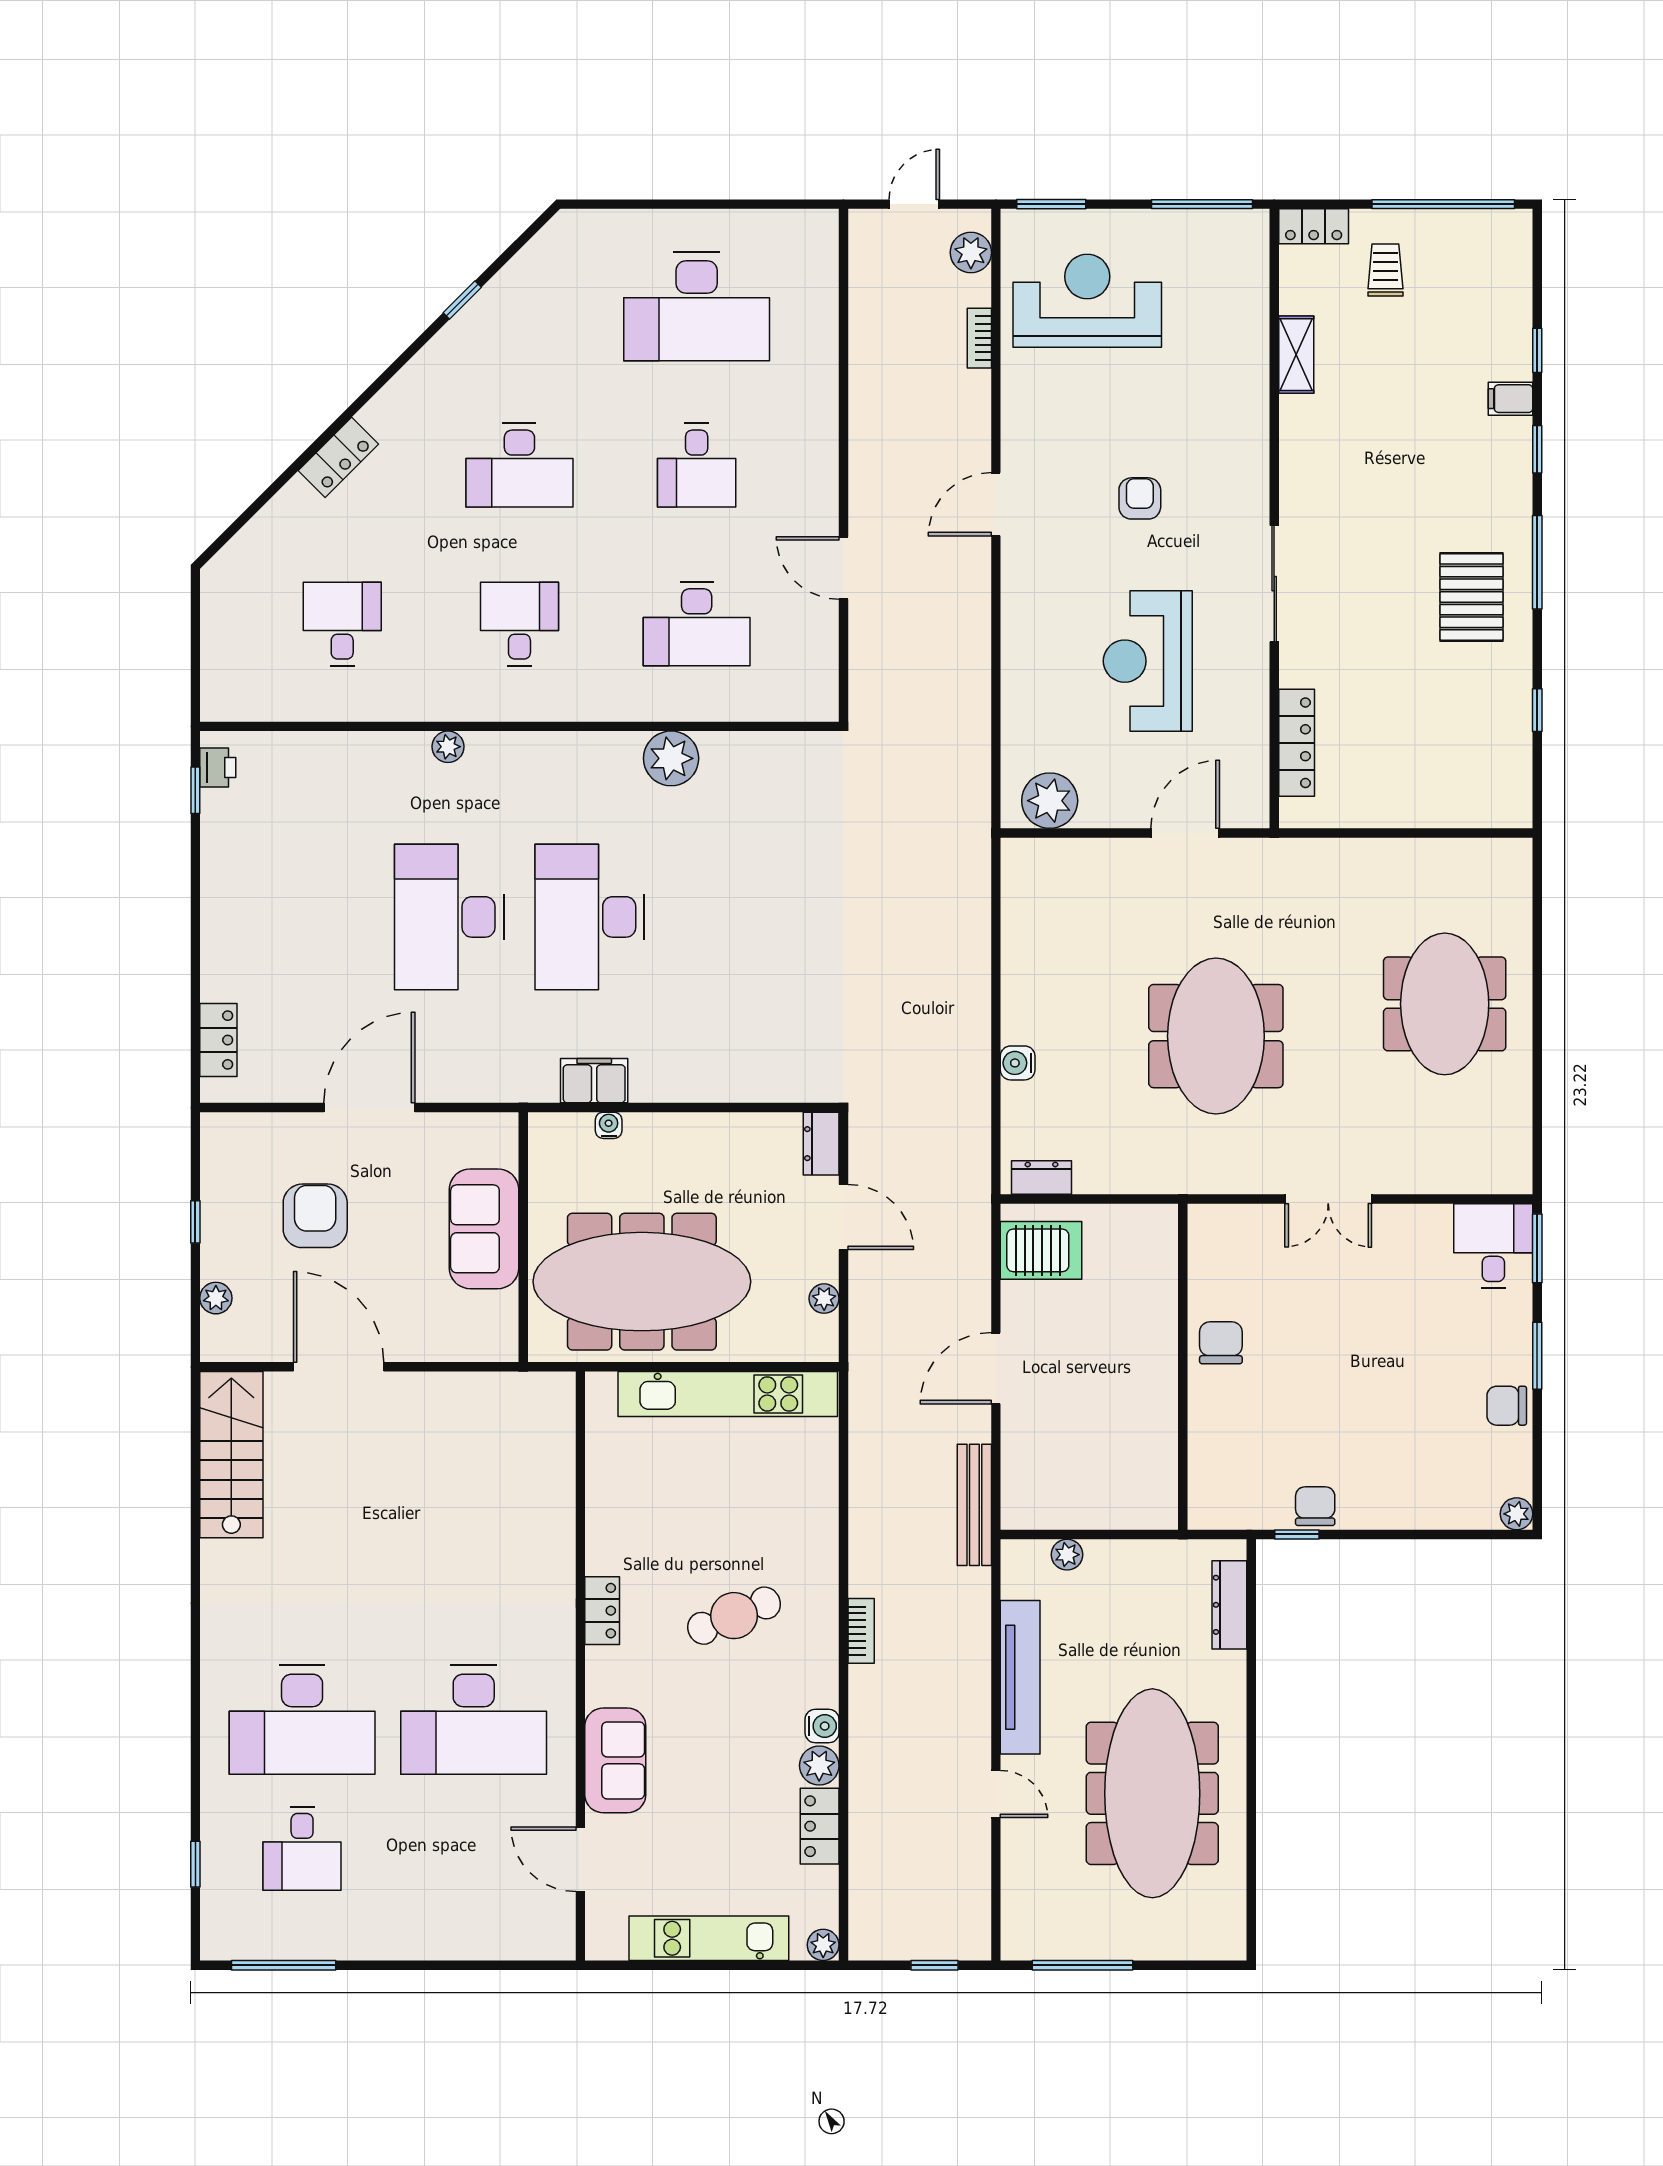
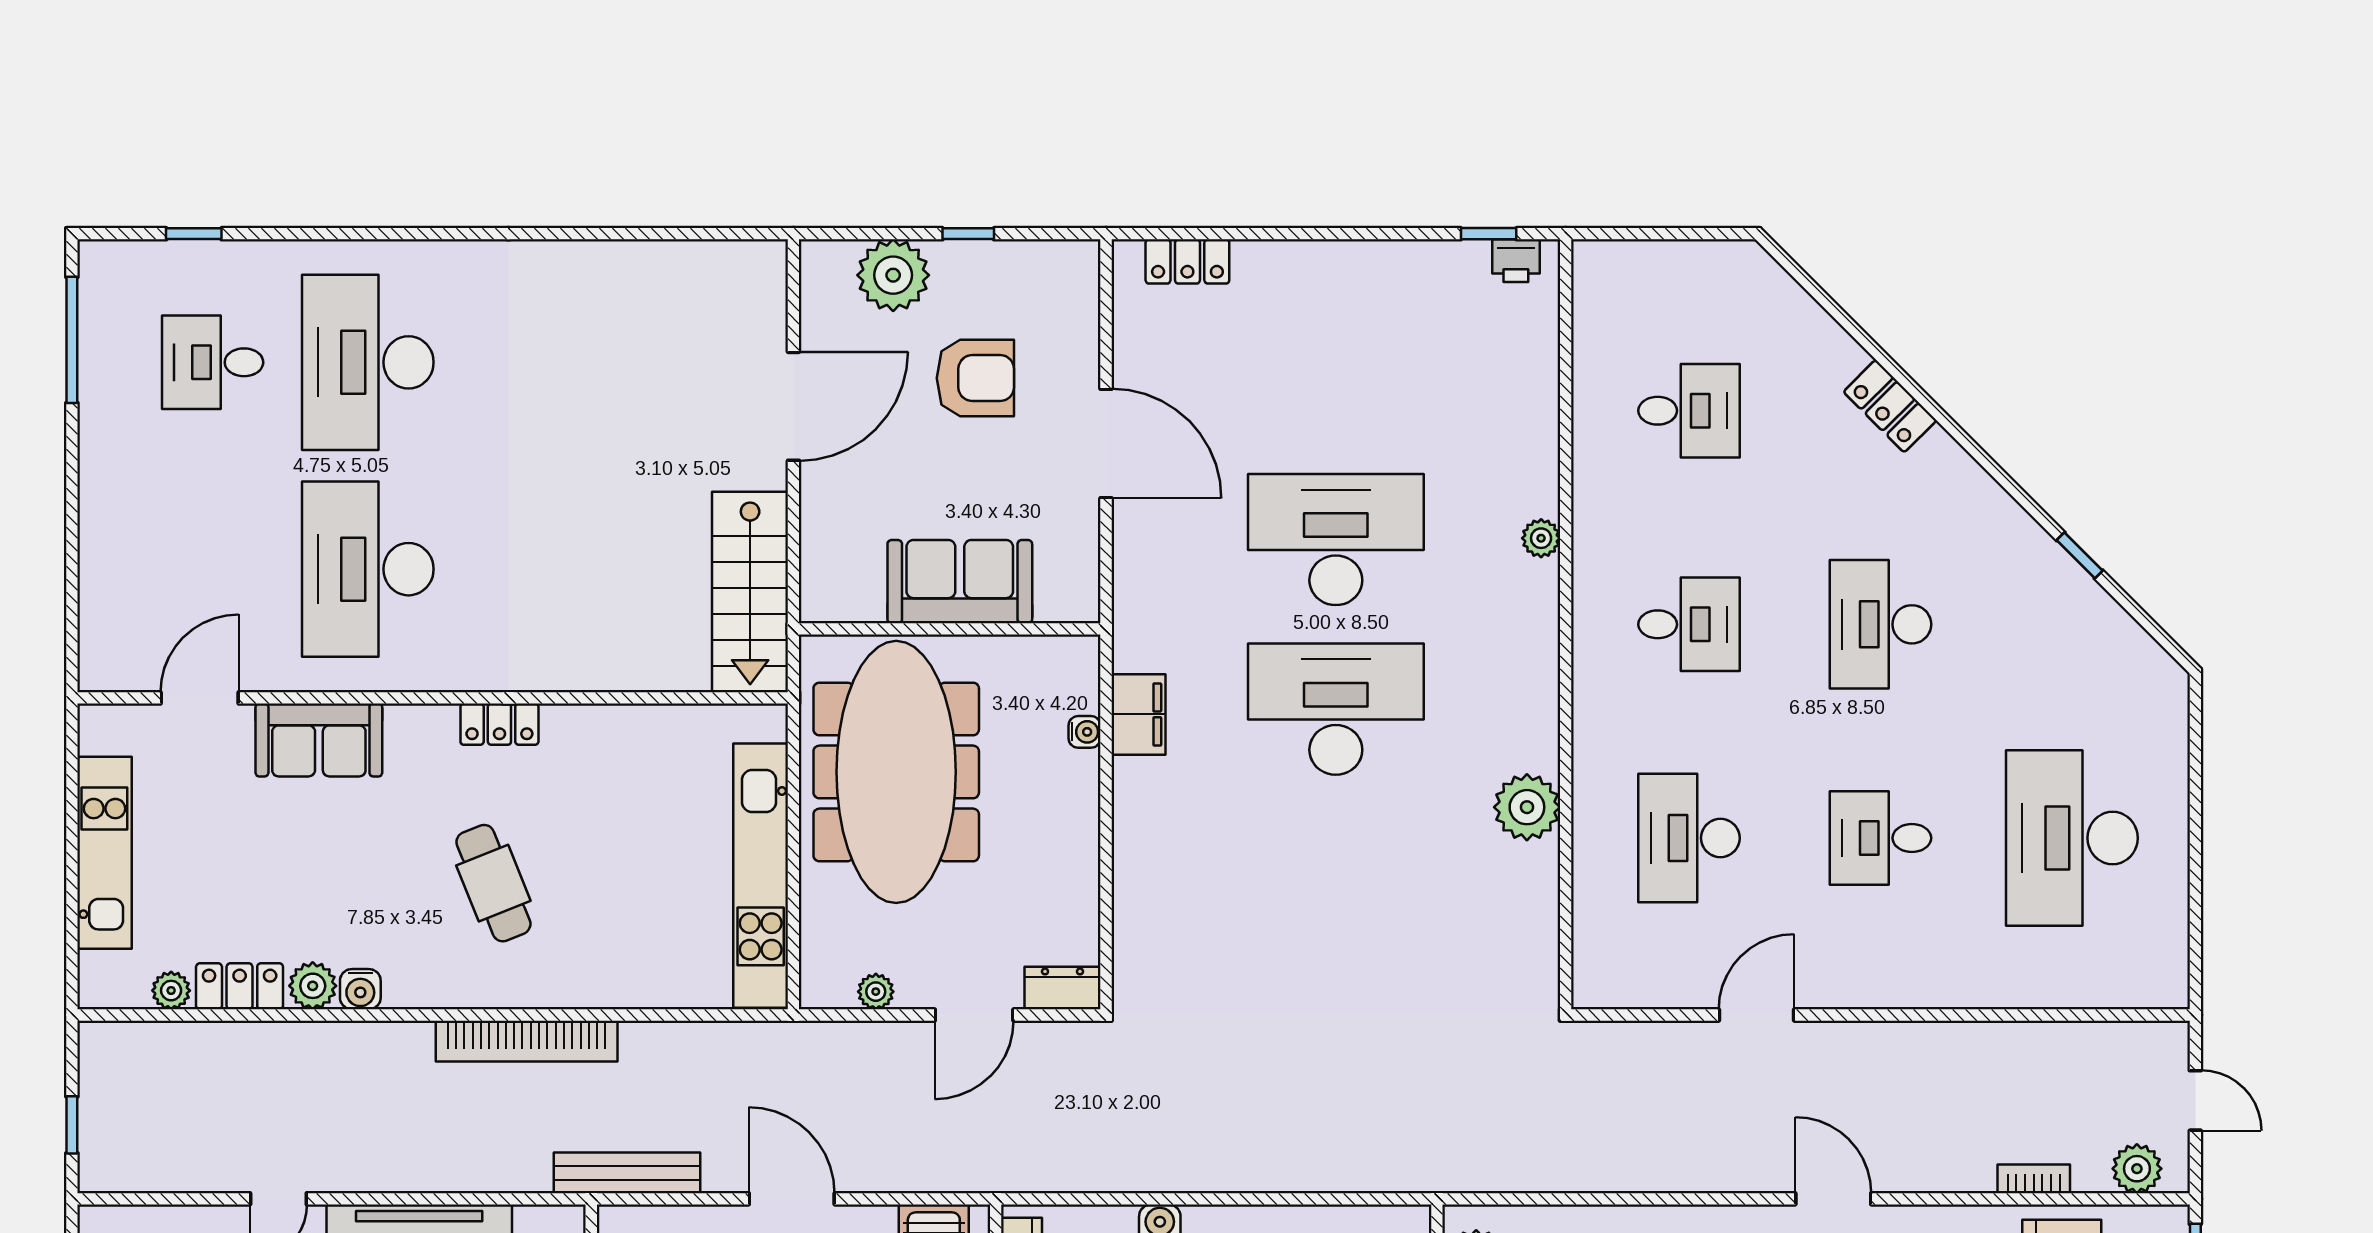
plant: (216, 1298) -> (893, 275), width x1.87, depth x1.87
stairs: (231, 1455) -> (750, 592), moved, turned 90
bookcase: (861, 1631) -> (527, 1041), width x2.31, depth x1.31
plant: (823, 1945) -> (171, 991), moved

